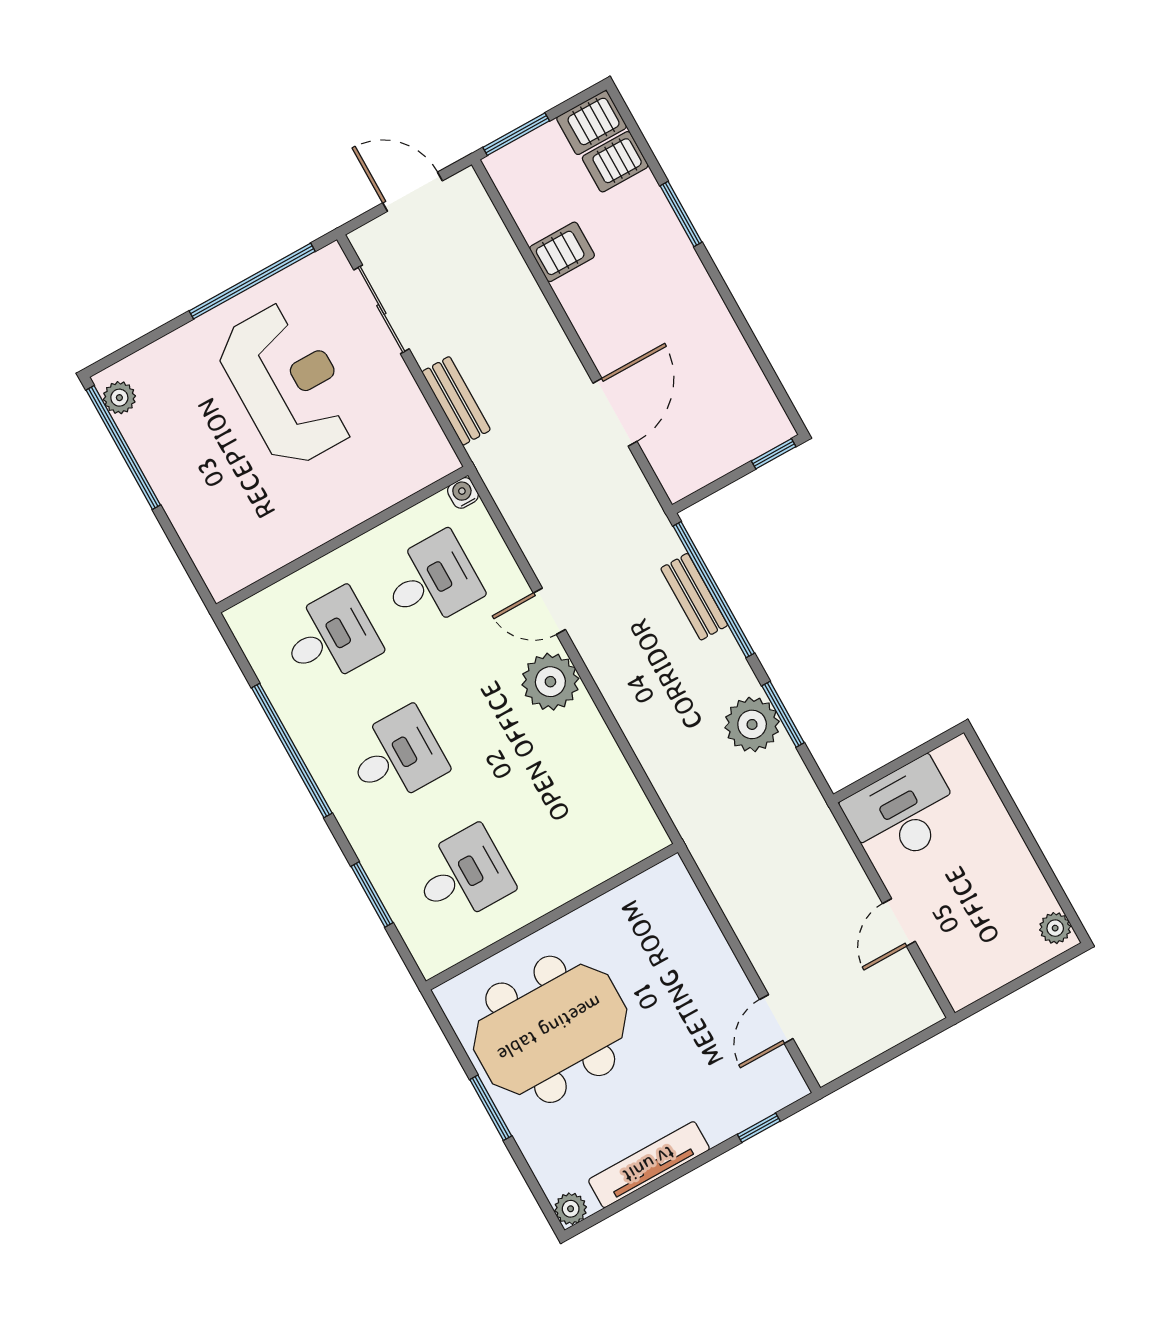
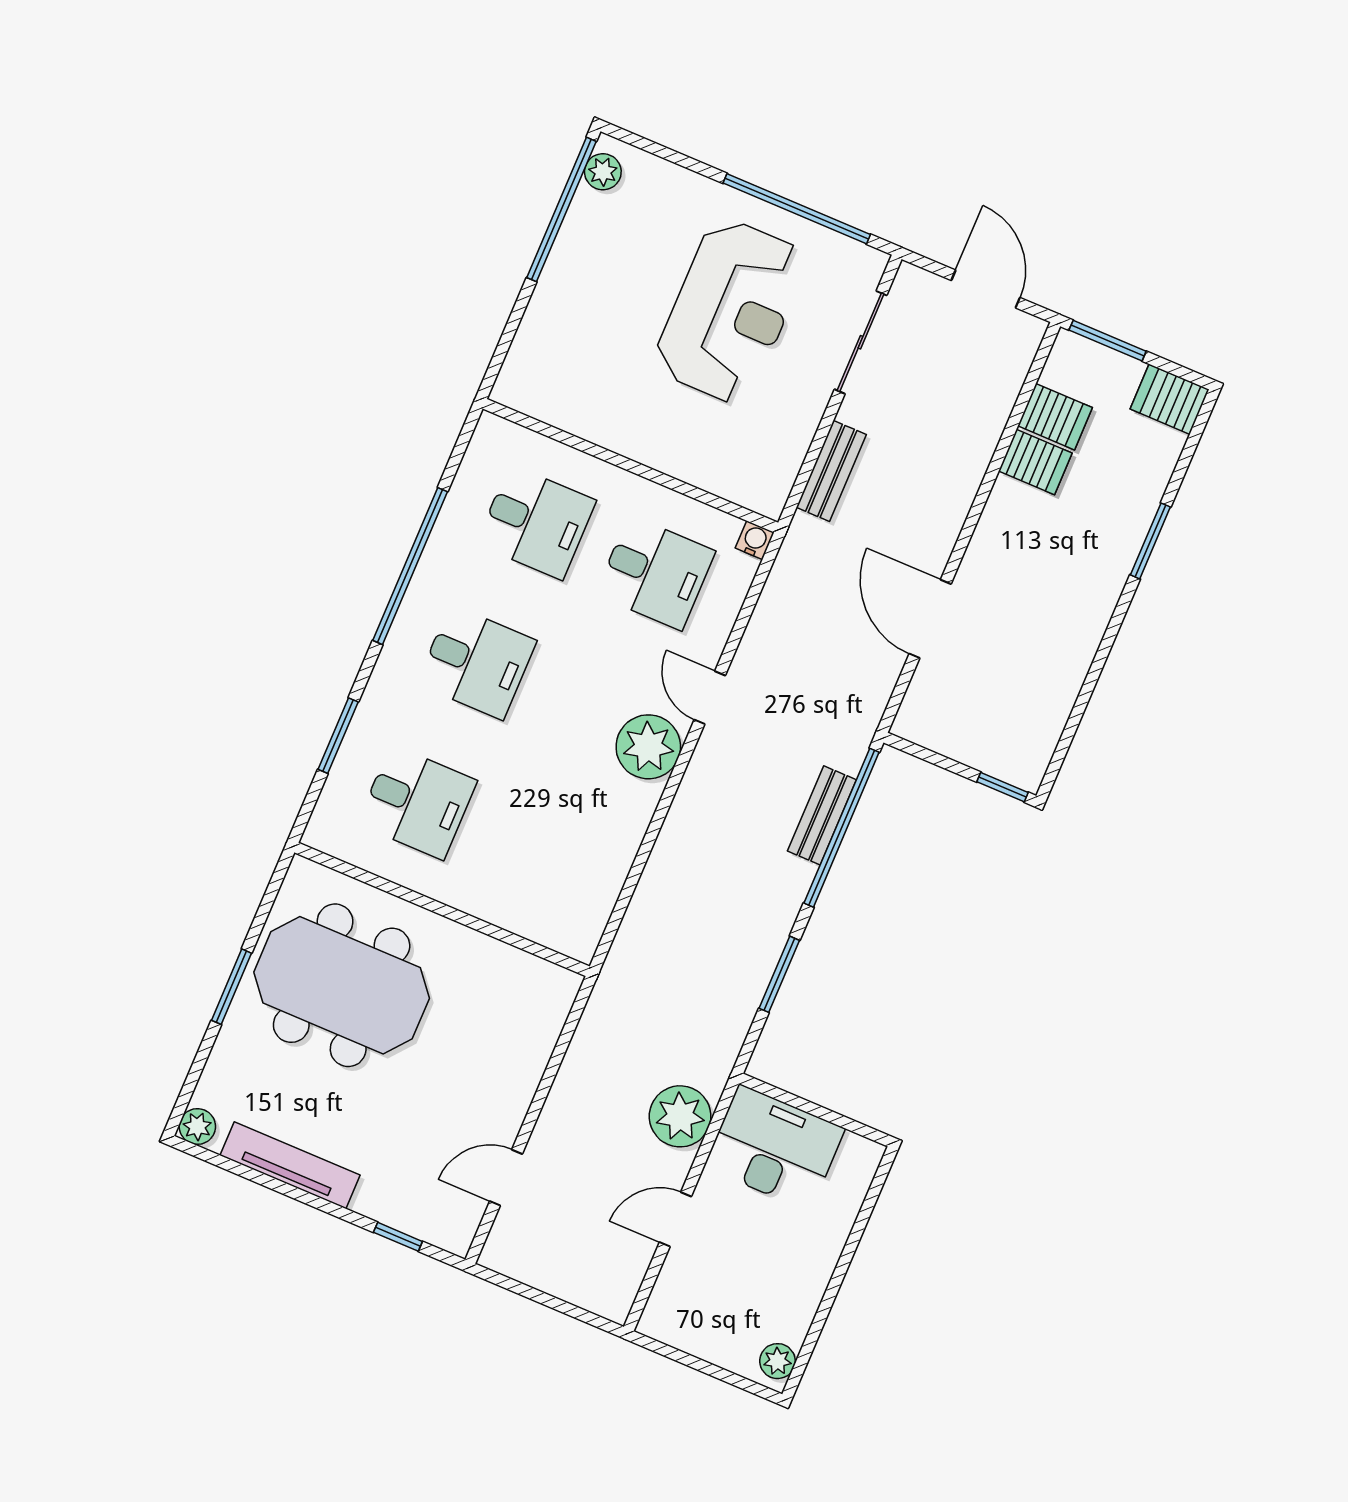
server rack: (615, 162) -> (1055, 417), moved, turned 180
door: (615, 412) -> (930, 619), swing flipped
plant: (752, 724) -> (680, 1116), moved

